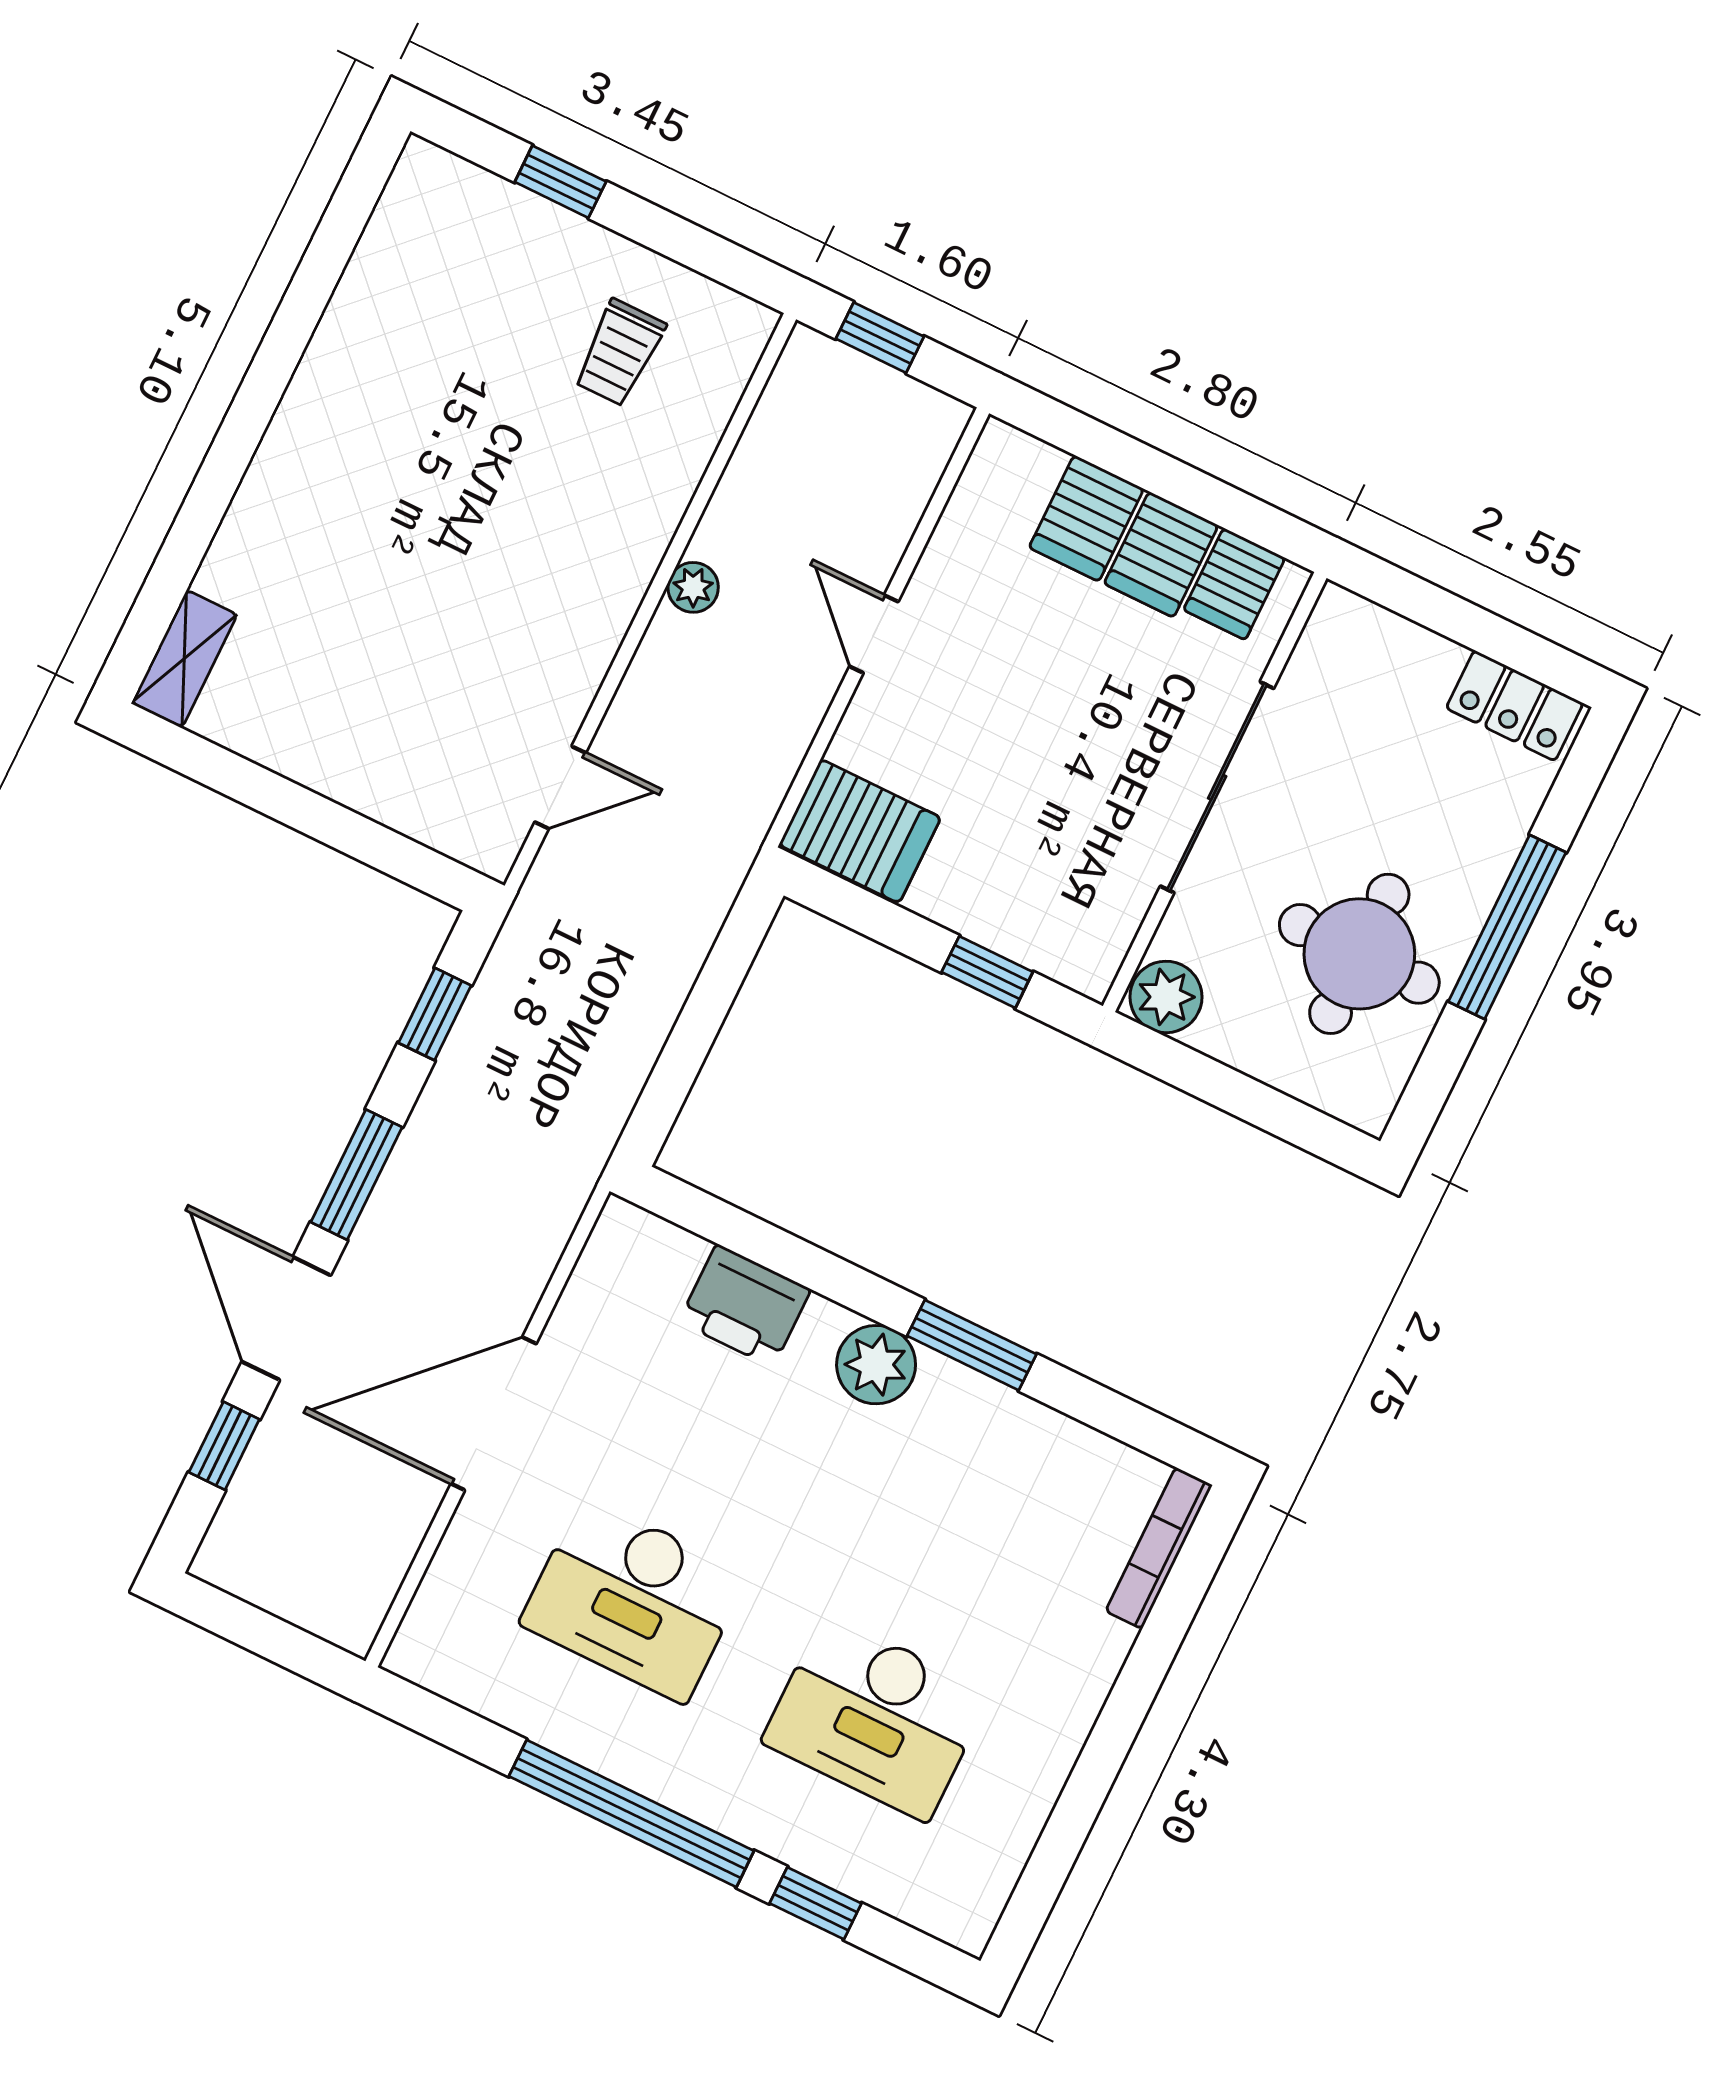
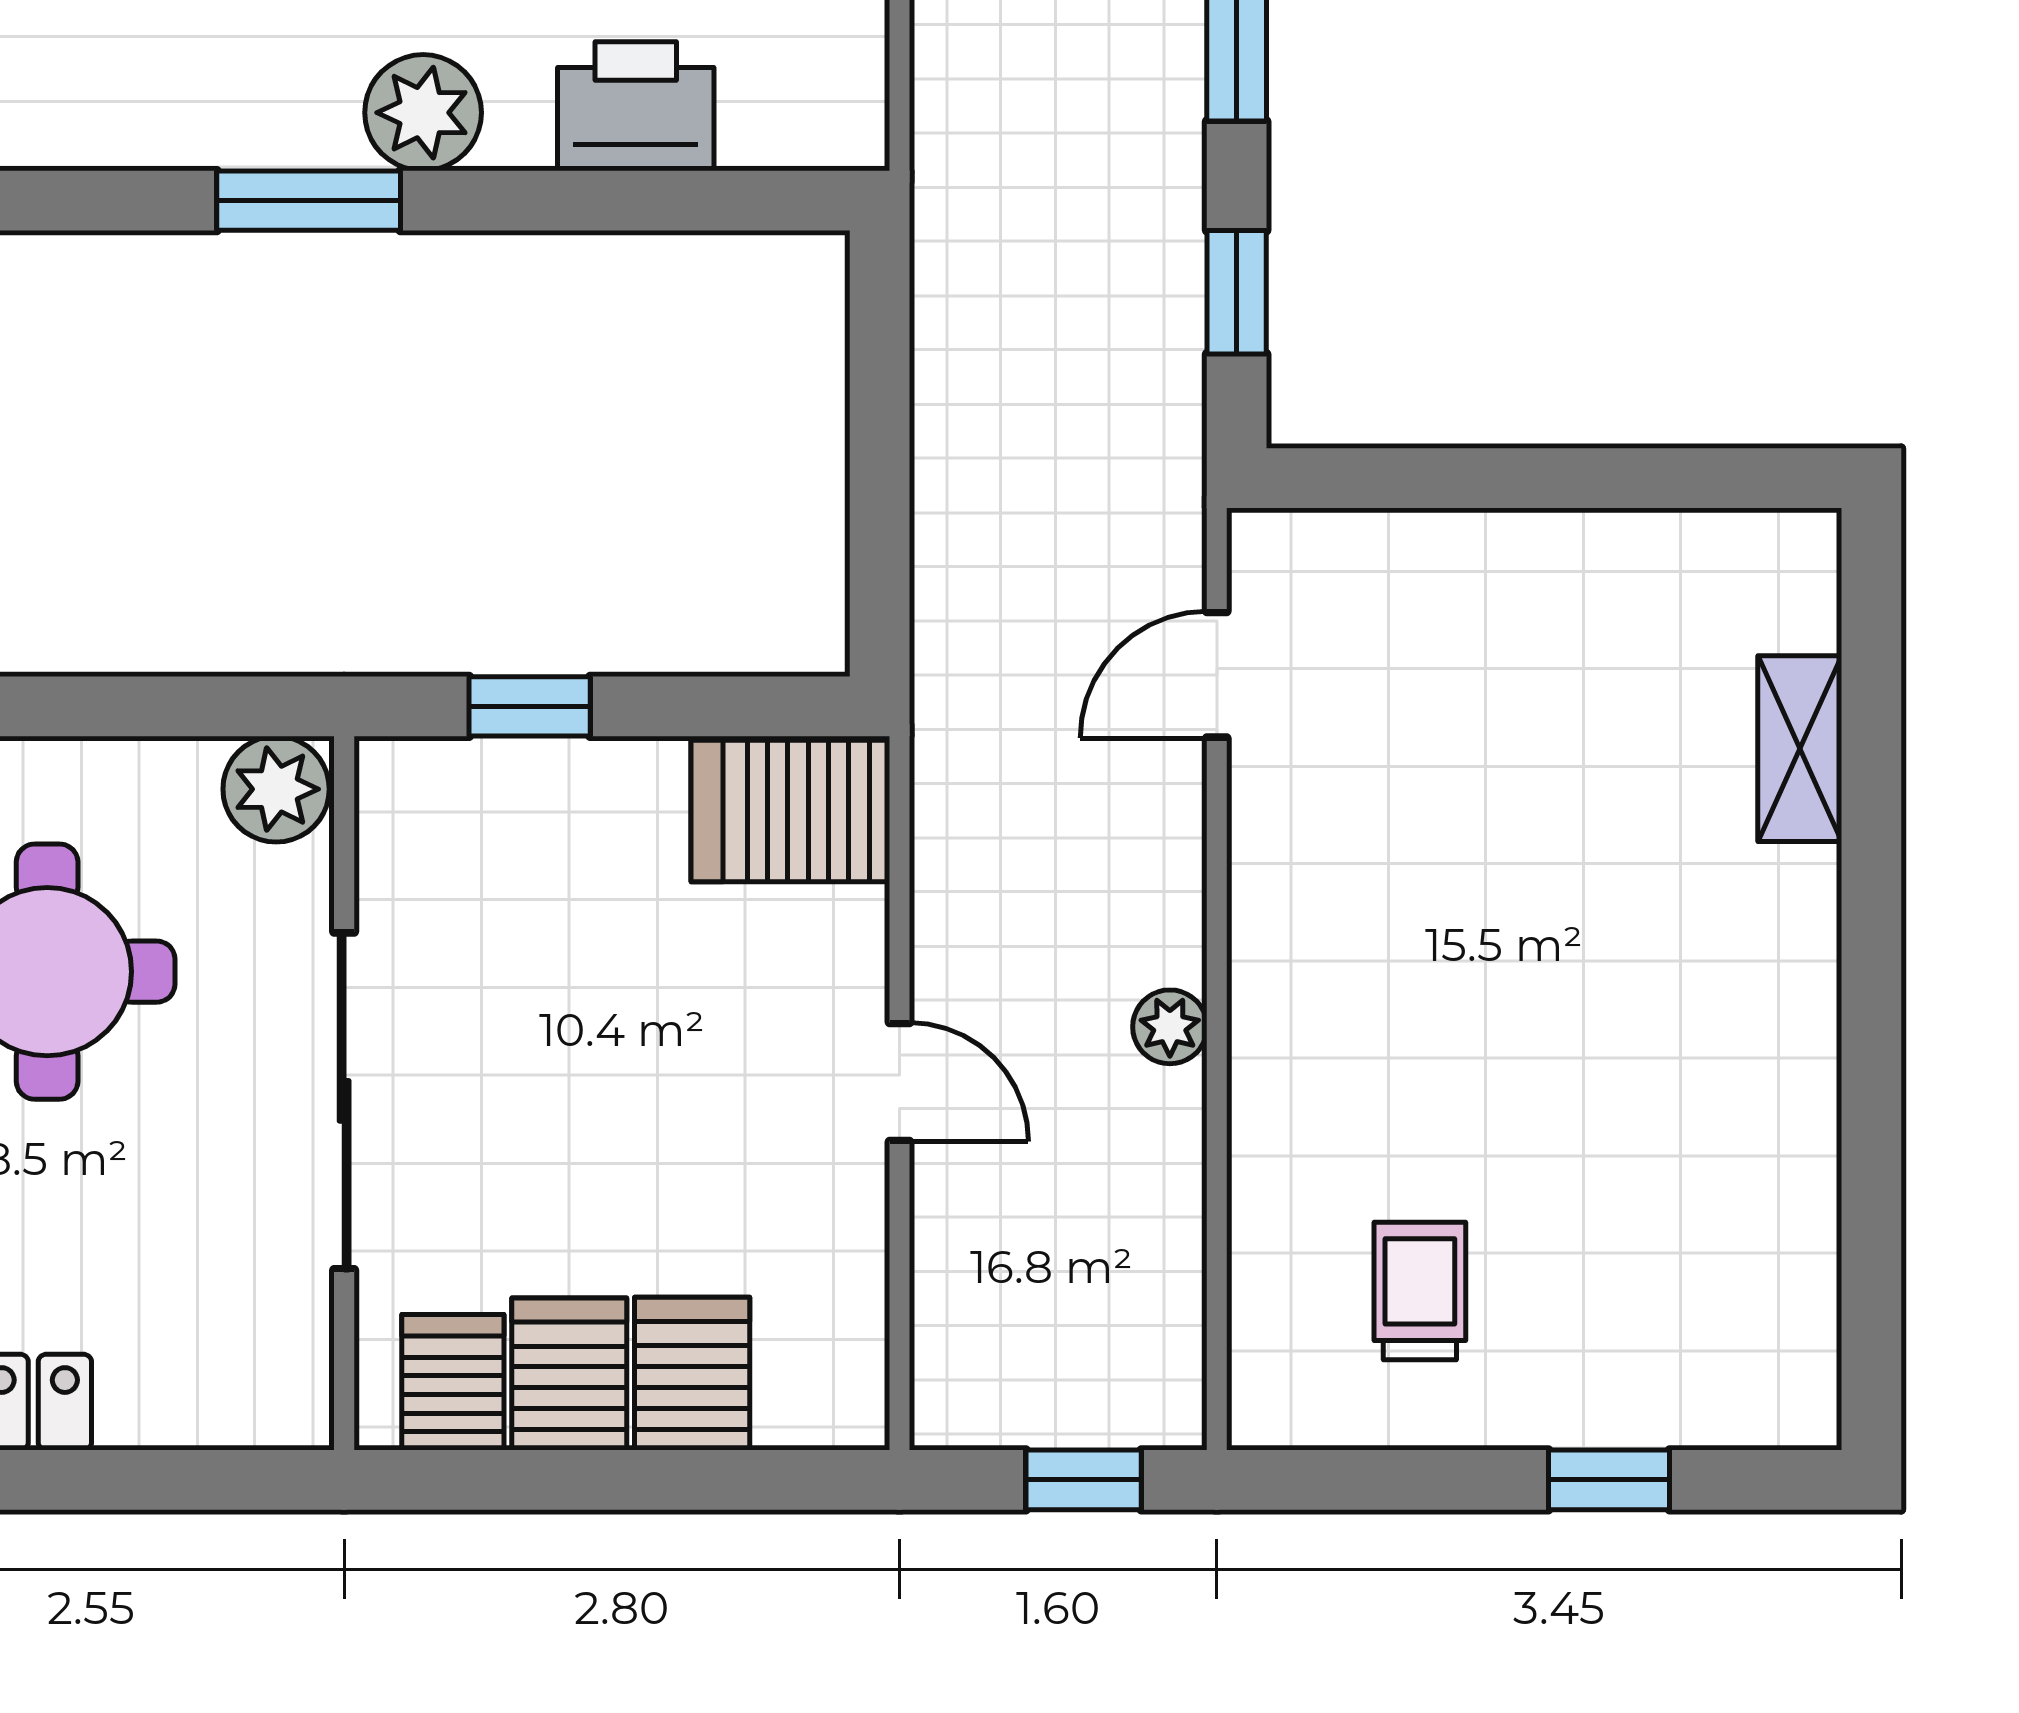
shelving: (184, 659) -> (1800, 749), moved

